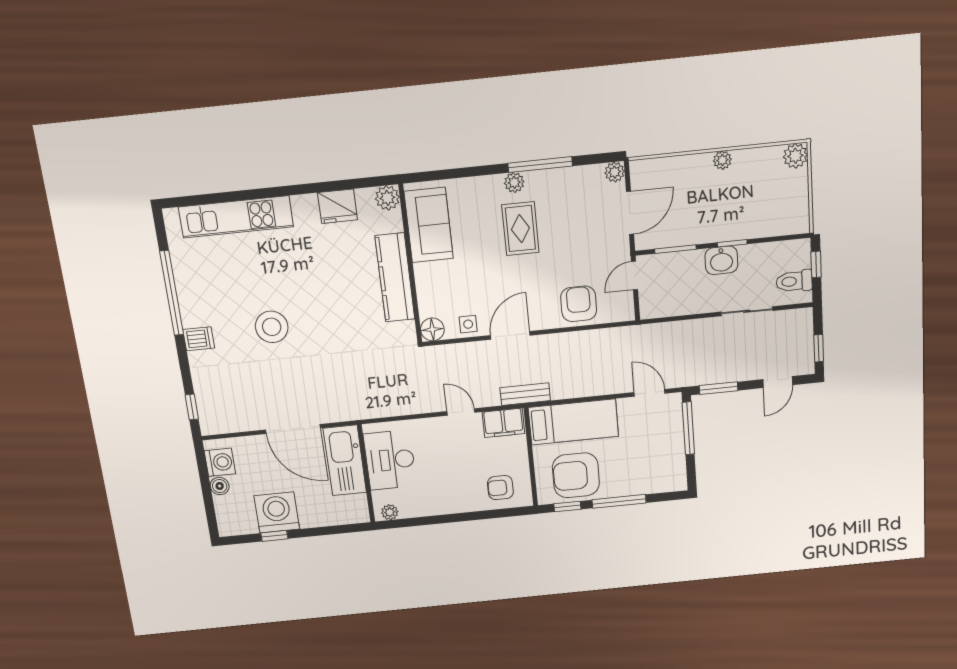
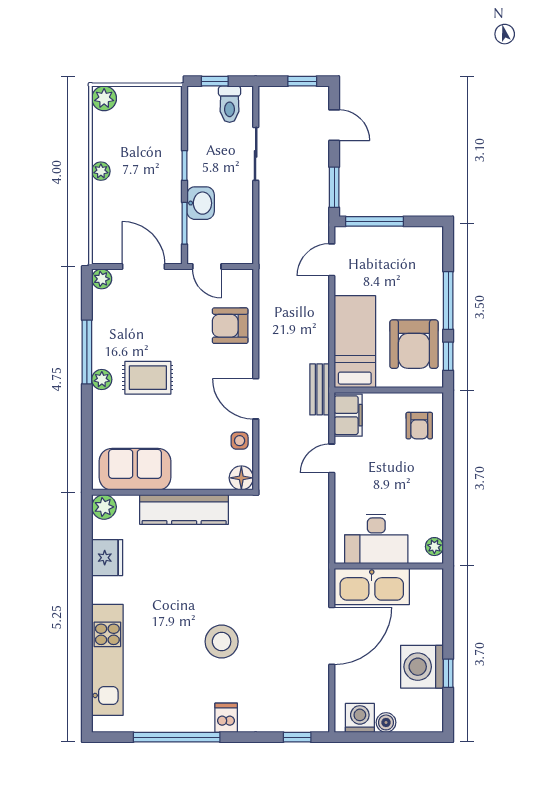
washbasin: (721, 260) -> (201, 203), moved

